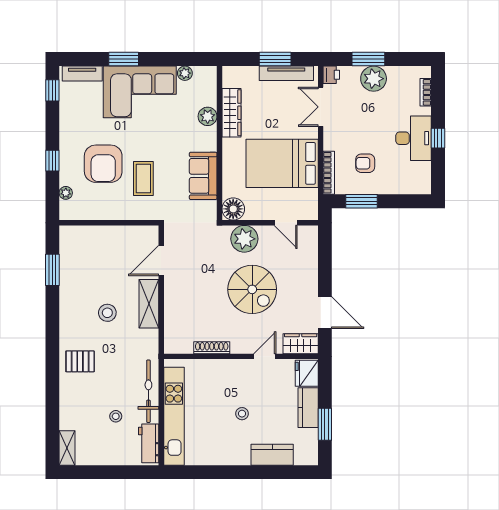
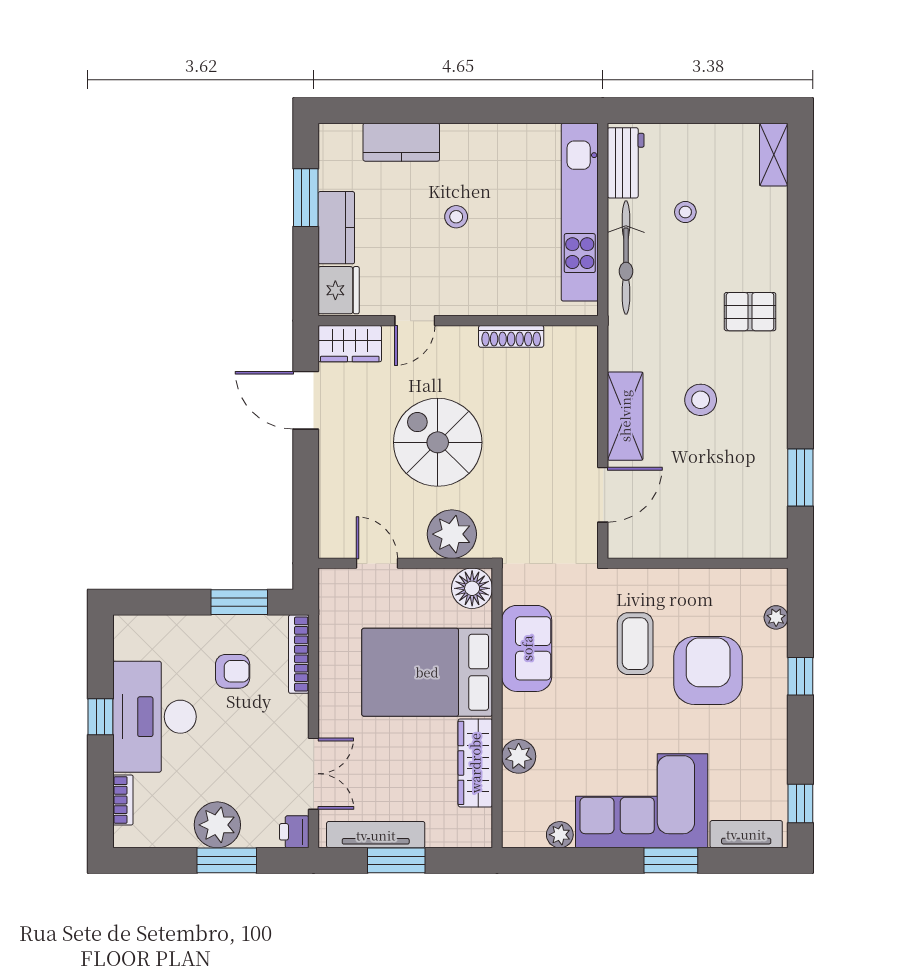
desk: (413, 138) -> (154, 717), width x1.36, depth x1.30
bed: (282, 163) -> (427, 672), moved, turned 180

